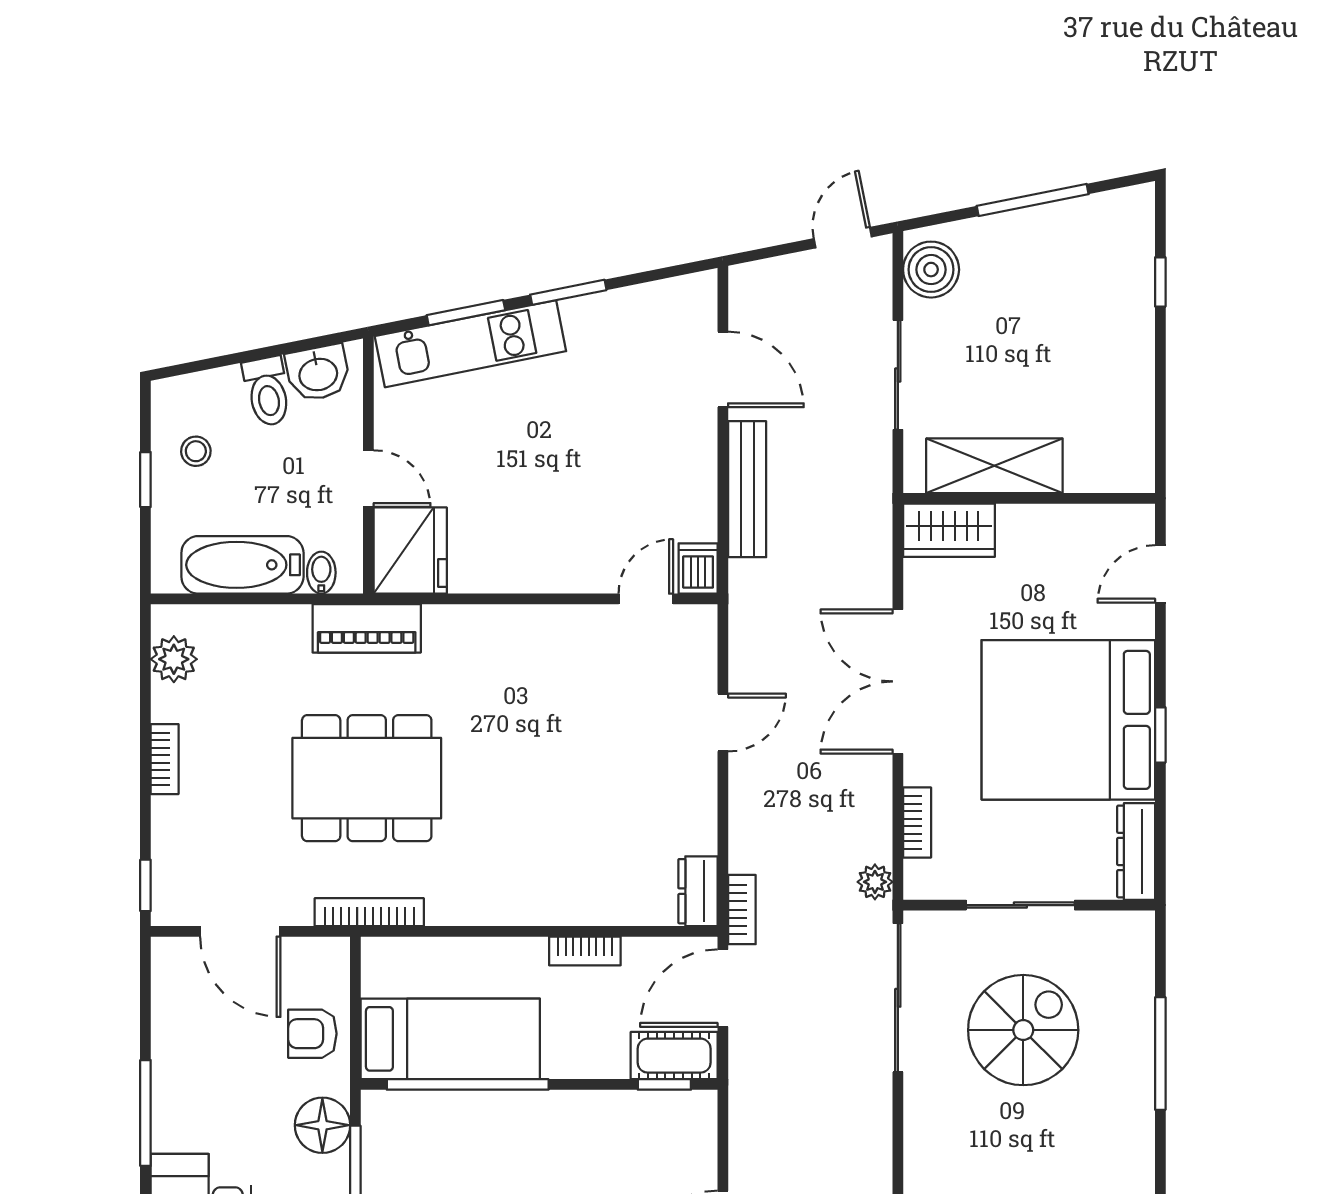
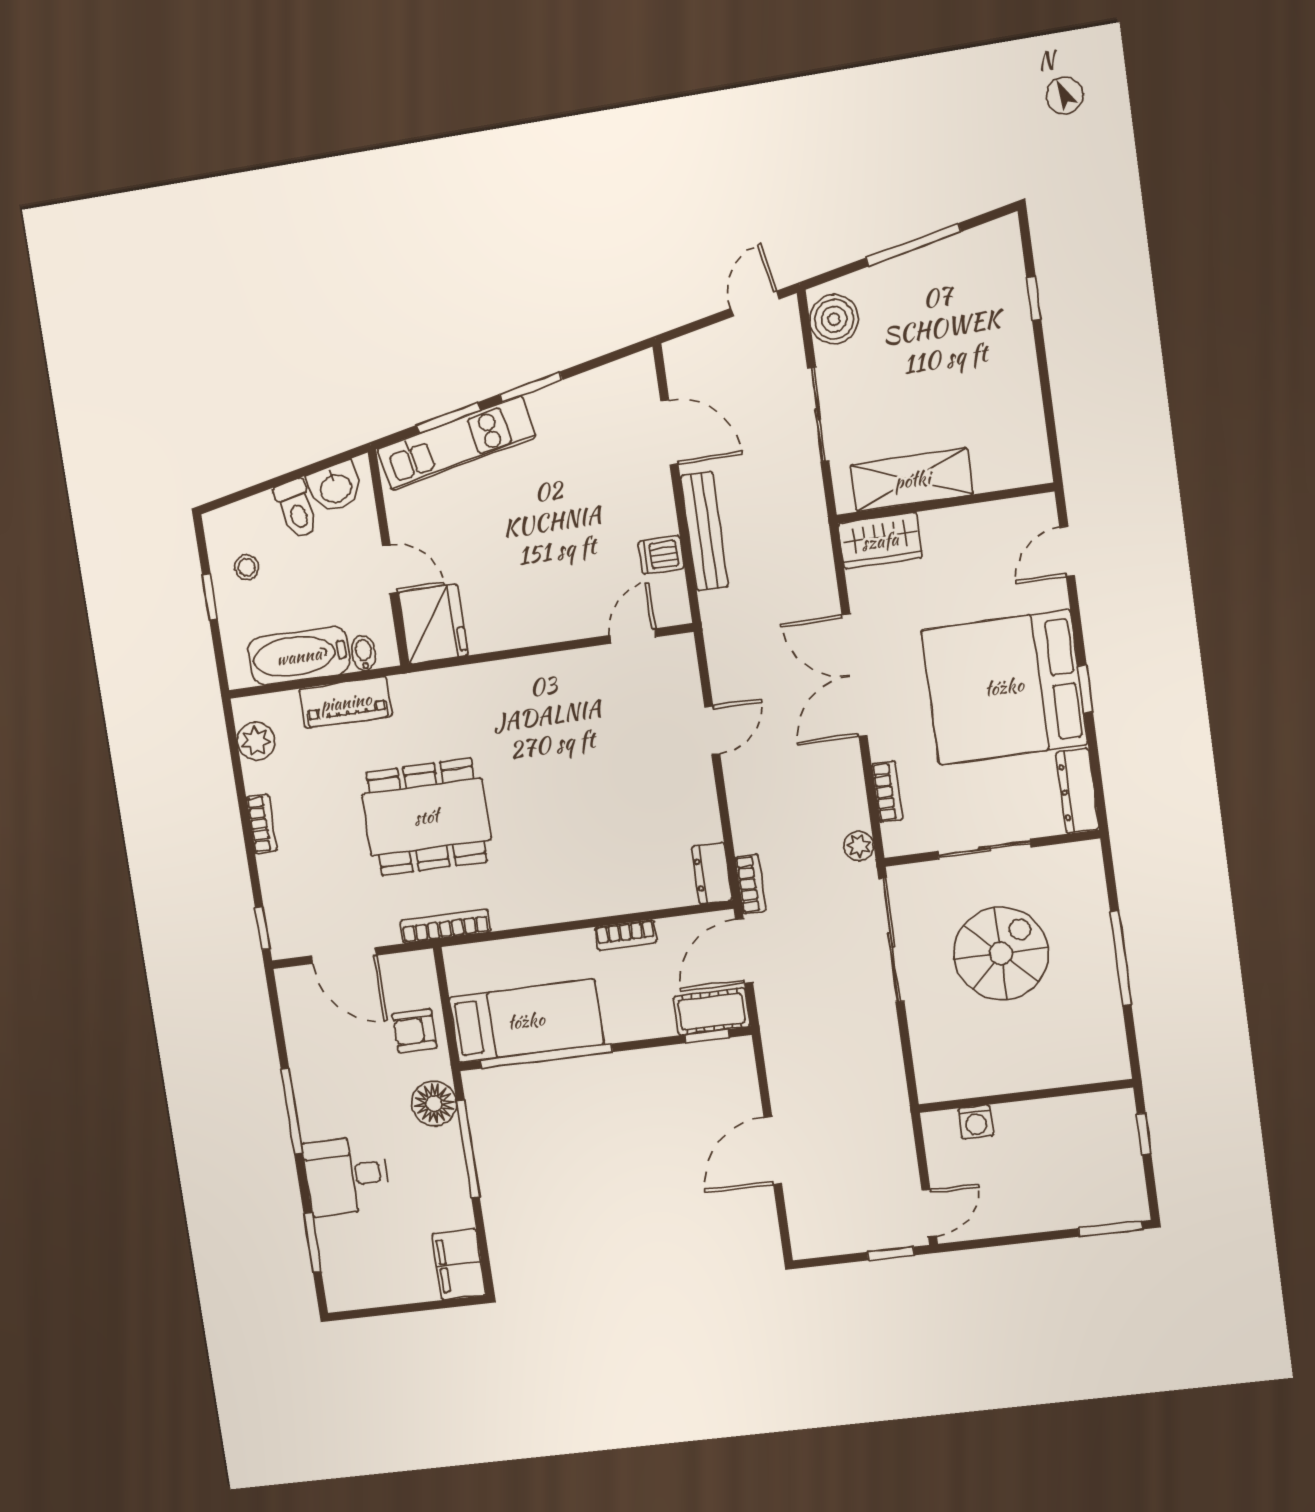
dishwasher: (698, 569) -> (661, 555), moved, turned -90
piano: (367, 628) -> (346, 702), moved

